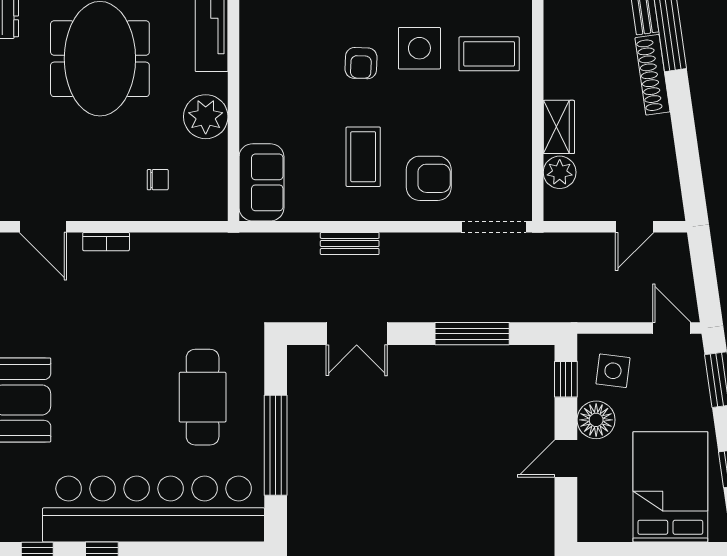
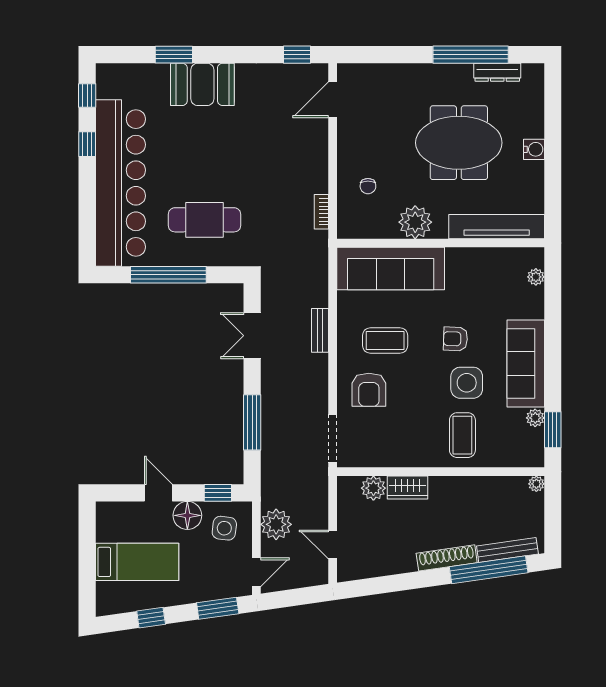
sofa: (261, 182) -> (391, 269), width x1.85, depth x1.27
bookcase: (106, 242) -> (321, 212), moved
plant: (608, 302) -> (276, 524), added
bed: (670, 487) -> (137, 562), width x0.67

